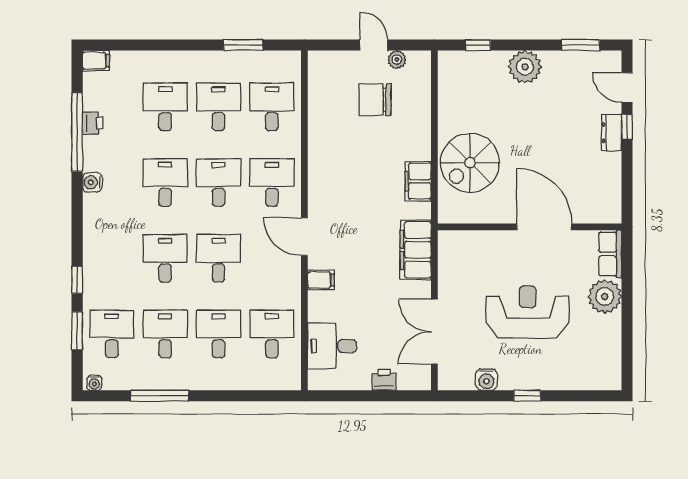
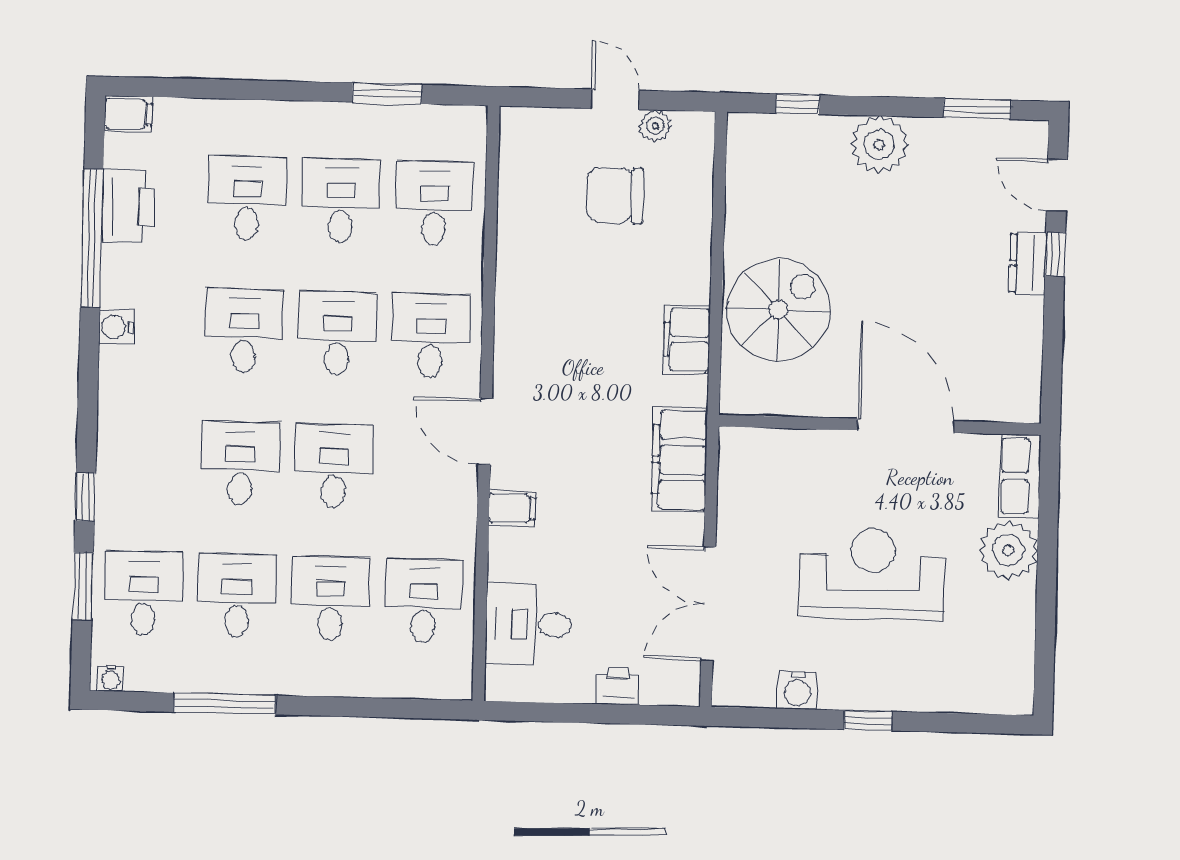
printer: (93, 123) -> (128, 206), width x1.87, depth x1.48
spiral stairs: (470, 163) -> (778, 310), turned 180

